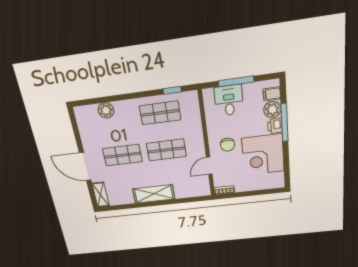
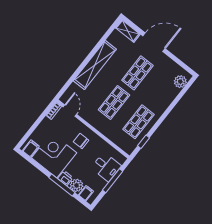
plant: (106, 110) -> (180, 82), moved
door: (209, 166) -> (70, 111), moved
filing cabinet: (276, 179) -> (31, 148), added
shelving: (154, 194) -> (95, 65), width x1.47

